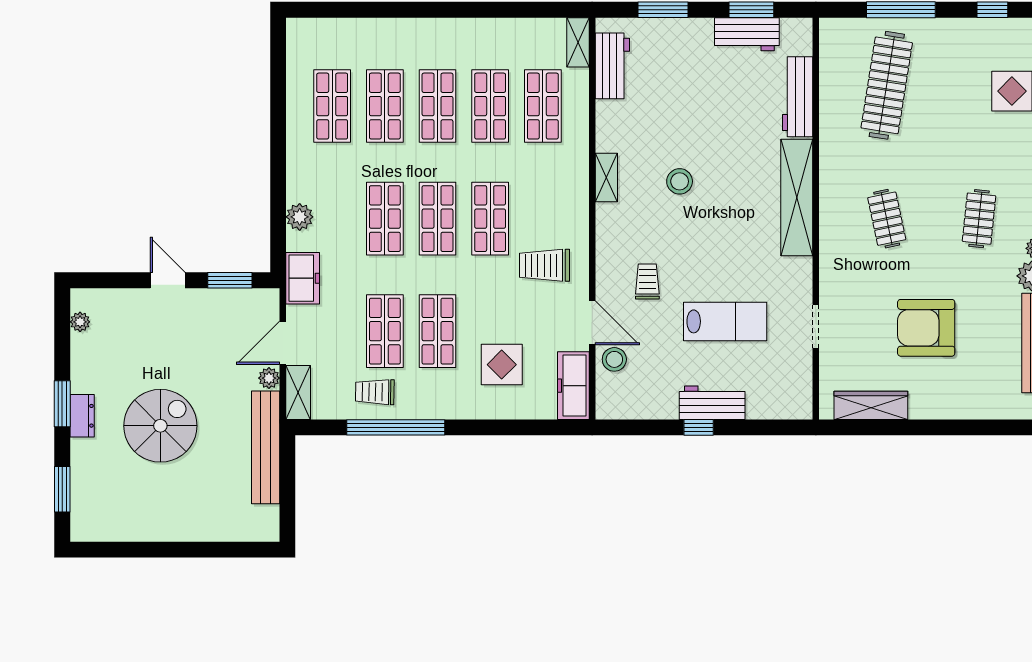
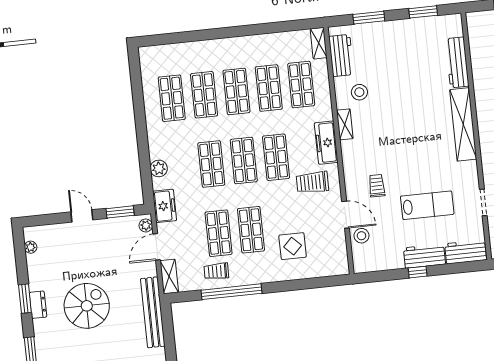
workbench: (747, 34) -> (466, 252), moved, turned 180
stool: (680, 181) -> (359, 92), moved
plant: (269, 378) -> (146, 225), moved
freezer: (573, 386) -> (326, 143), moved

